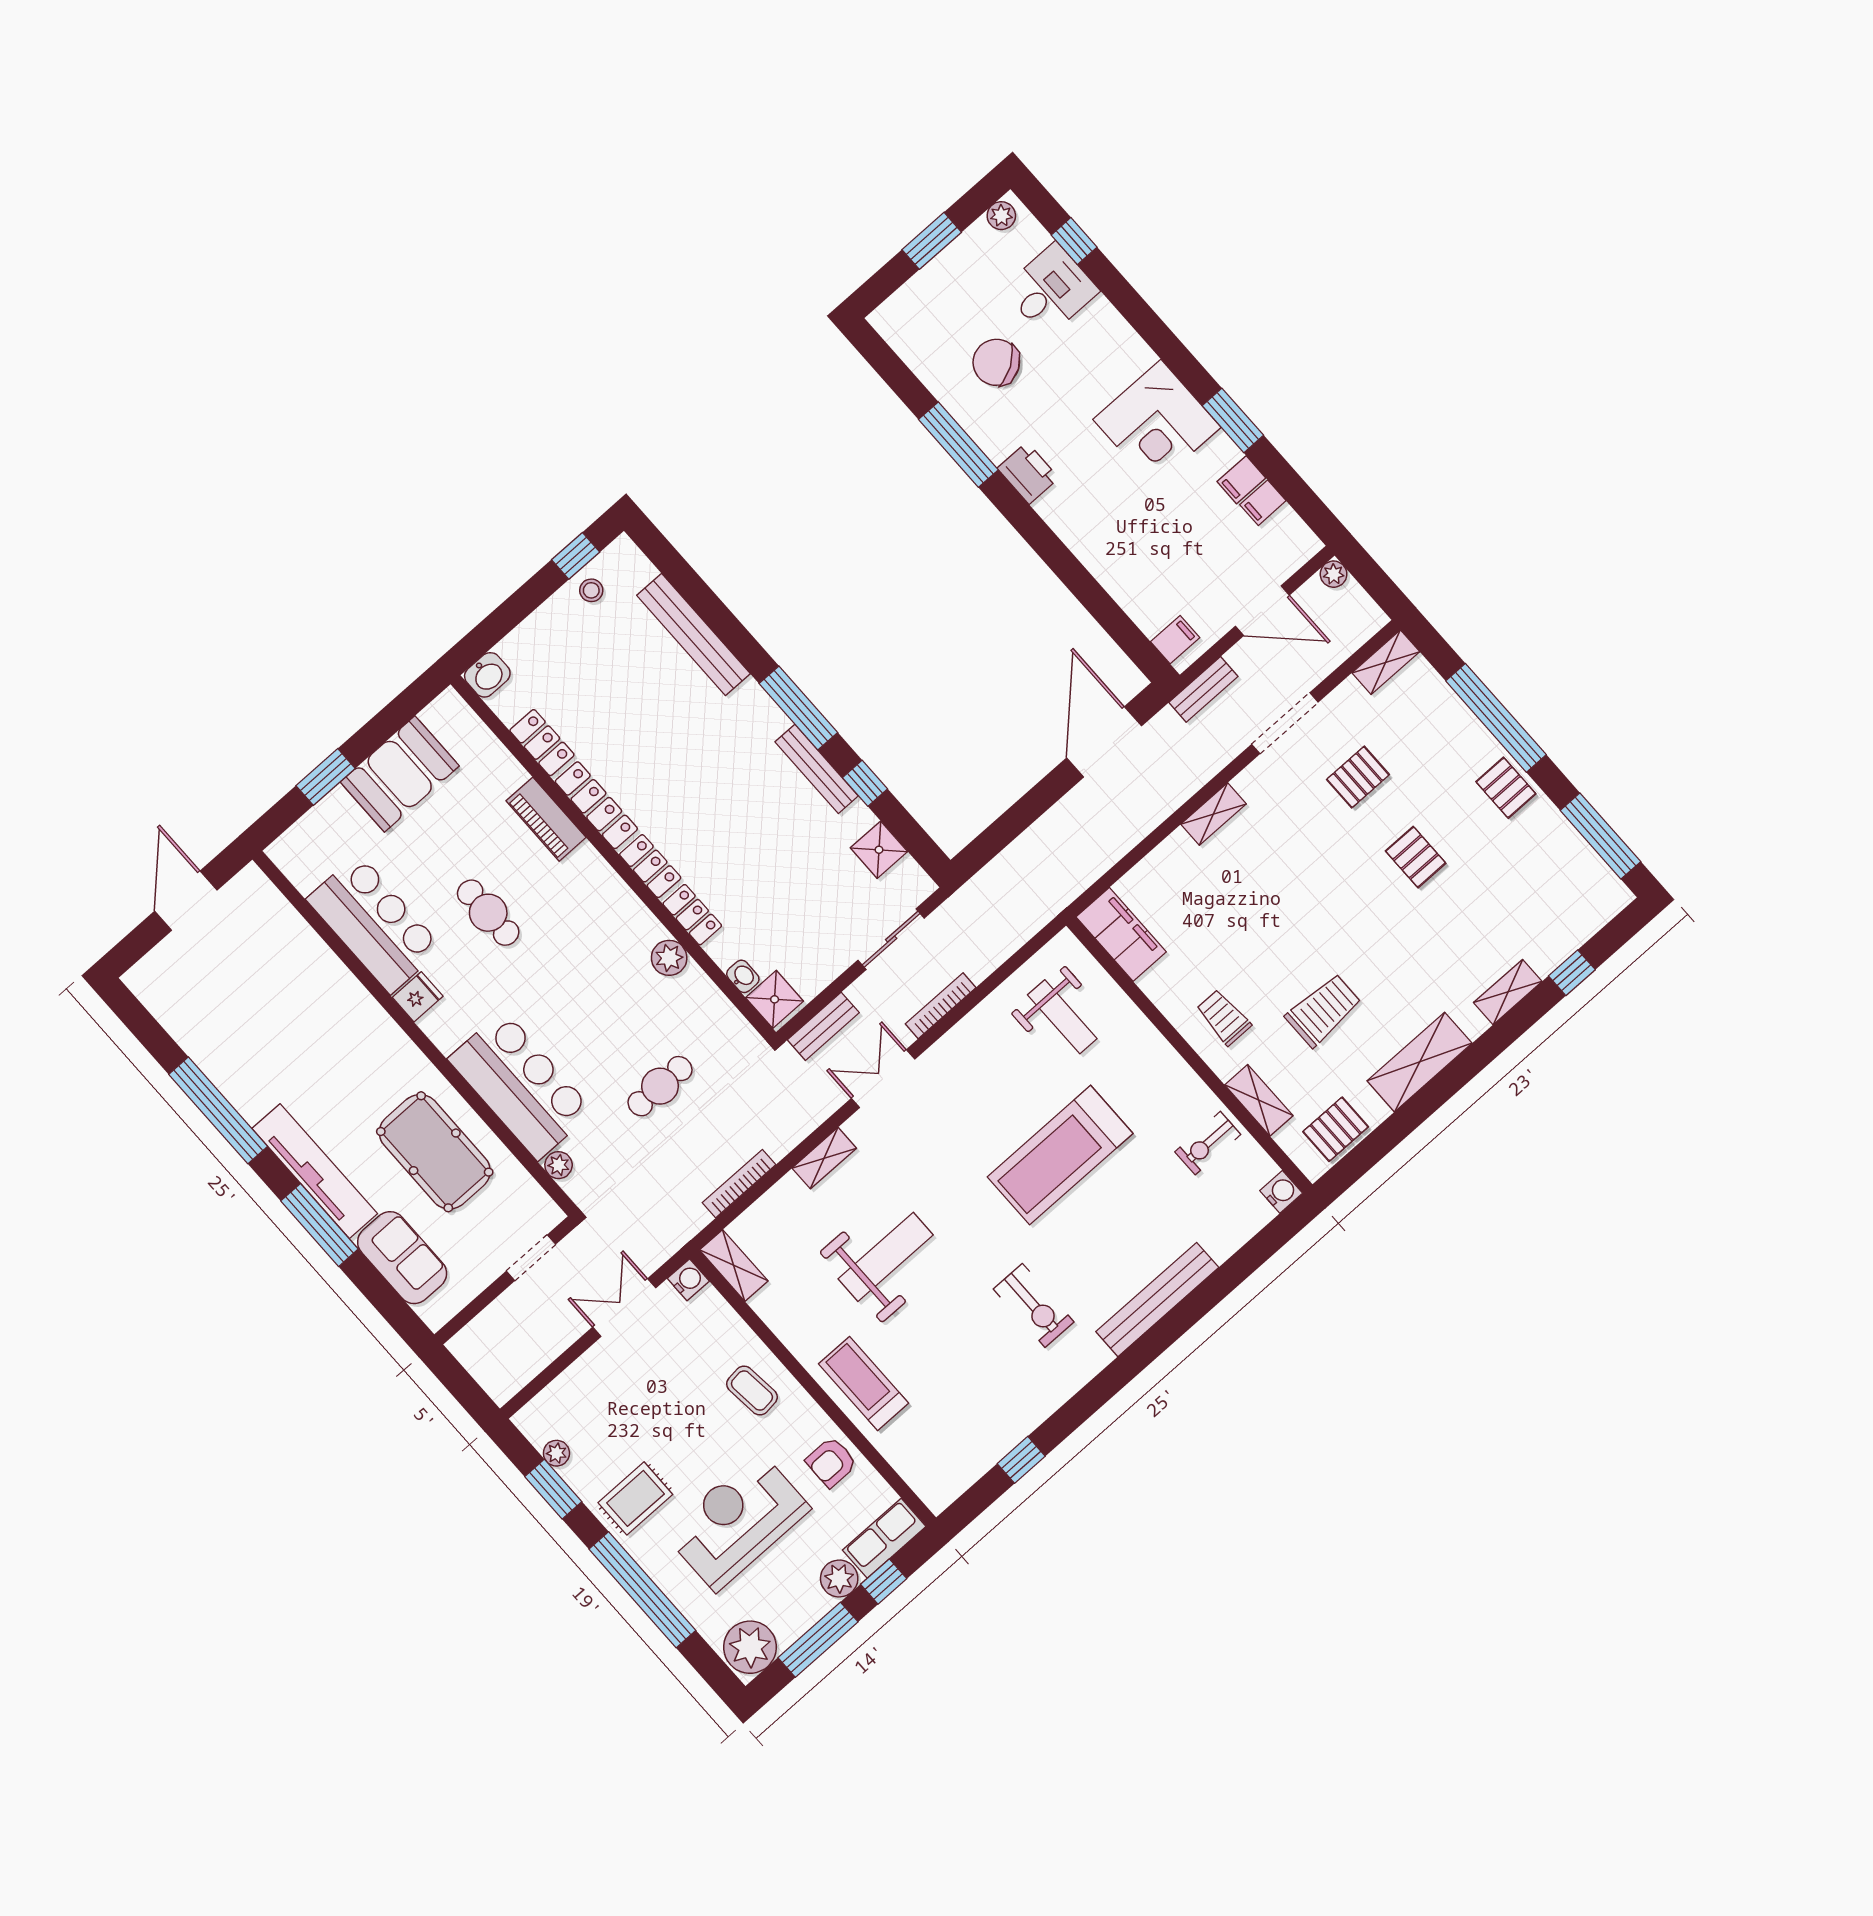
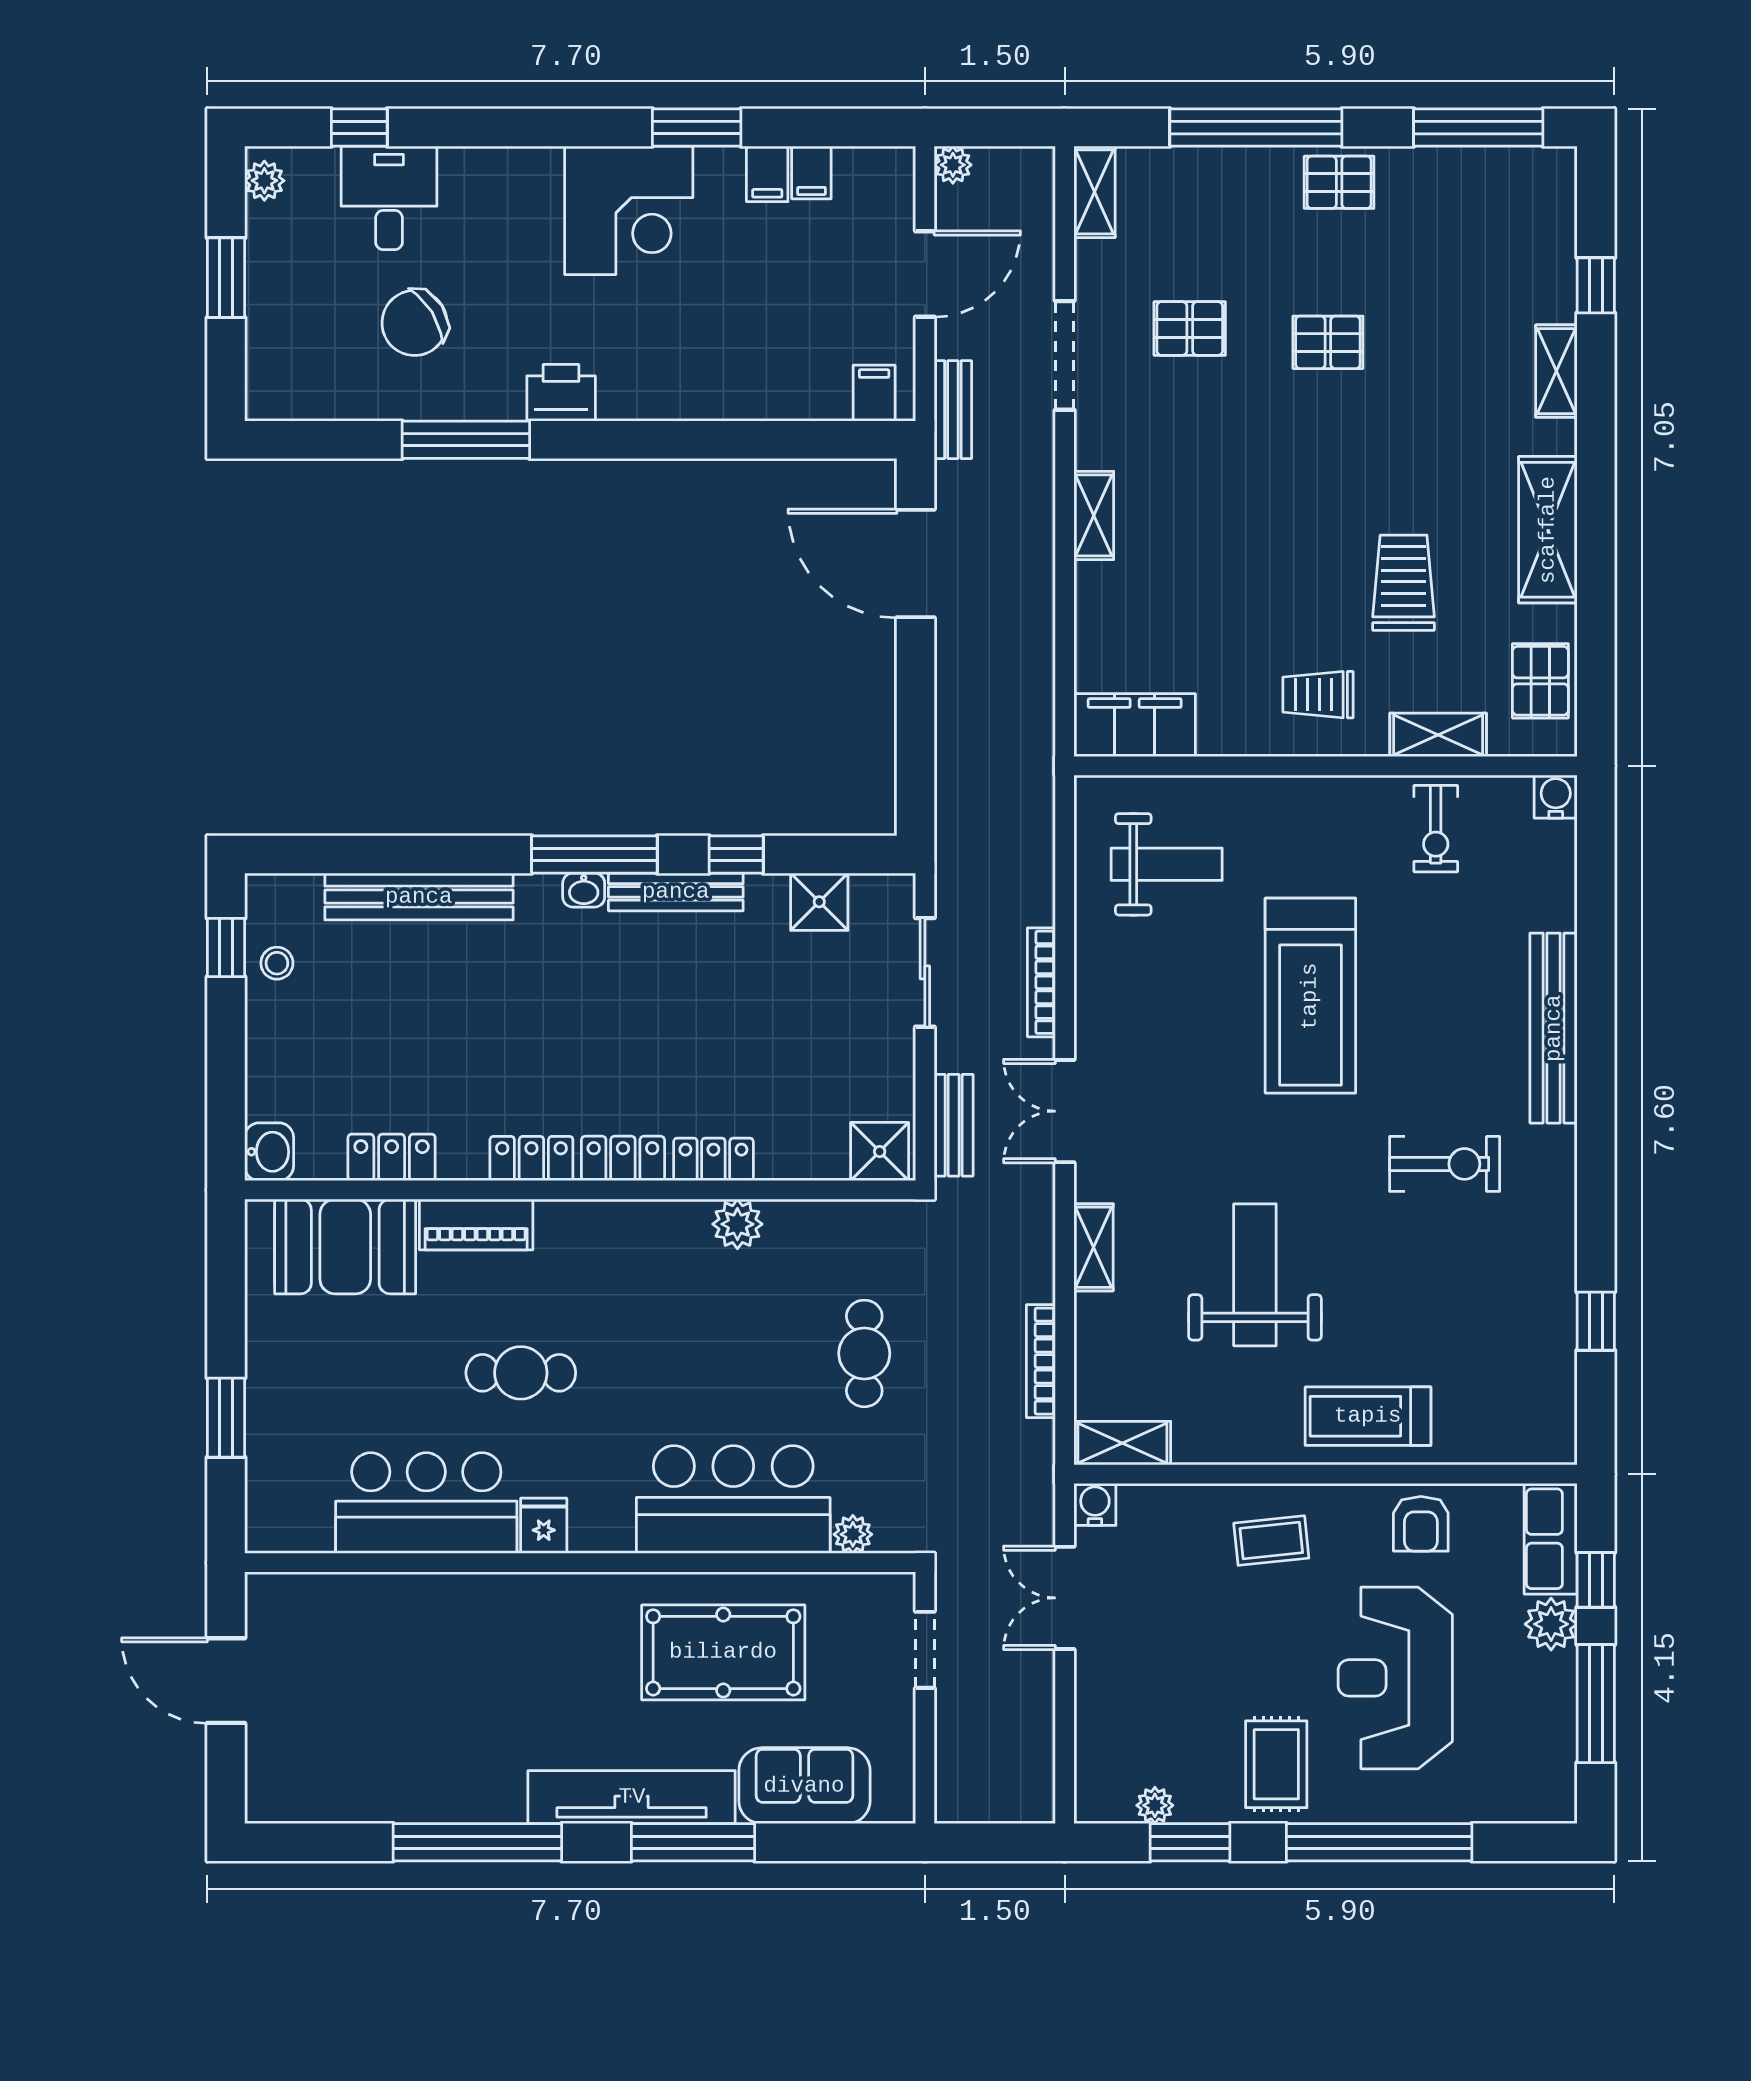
booth: (400, 774) -> (345, 1247), moved, turned 90
pallet: (1358, 777) -> (1190, 328), turned 90
locker: (596, 805) -> (531, 1158), width x0.66
washbasin: (743, 976) -> (584, 890), moved, turned 180
plant: (750, 1647) -> (1540, 1782), removed

